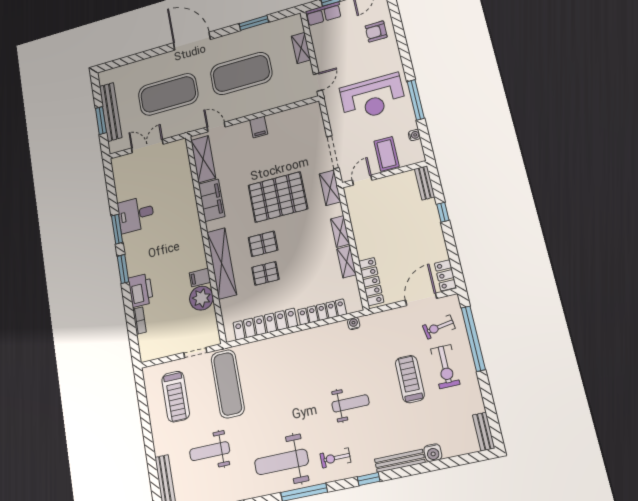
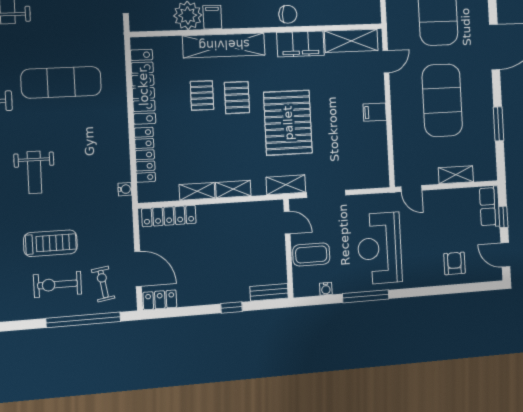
chair: (189, 216) -> (288, 14), added
exercise mat: (228, 384) -> (61, 82), moved

